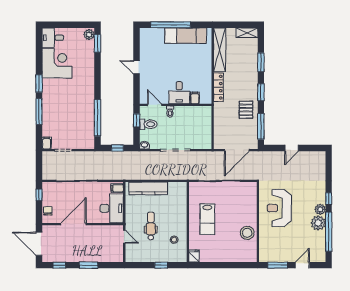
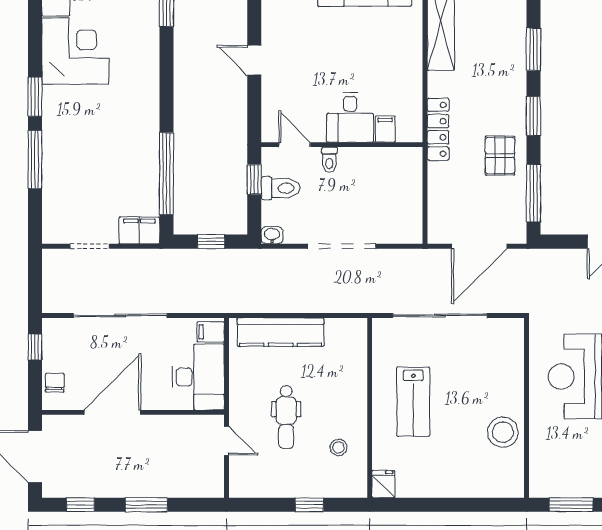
locker: (218, 87) -> (438, 129), moved
filing cabinet: (47, 143) -> (139, 230), moved, width x2.00
dental chair: (151, 226) -> (286, 417), turned 180

